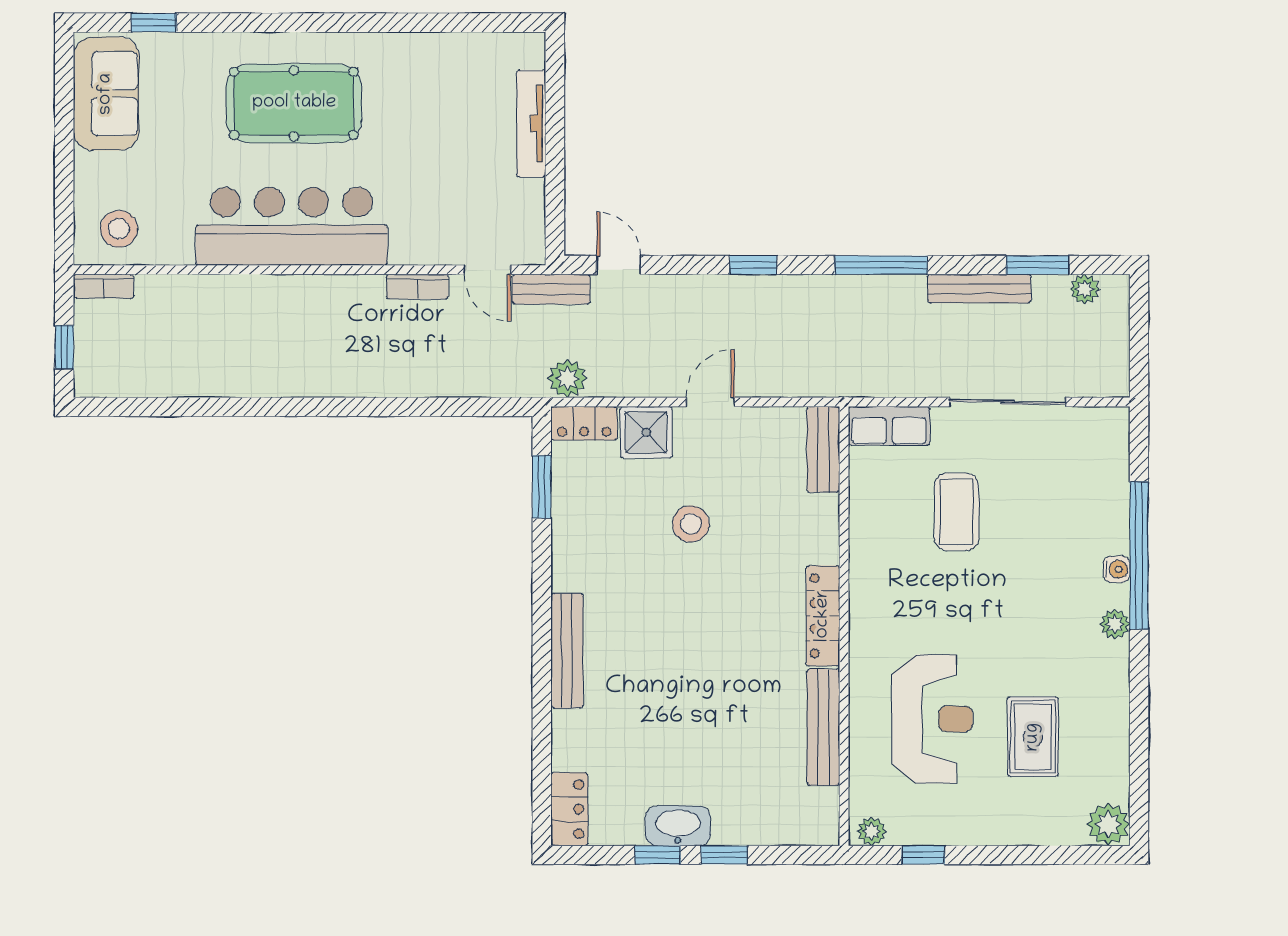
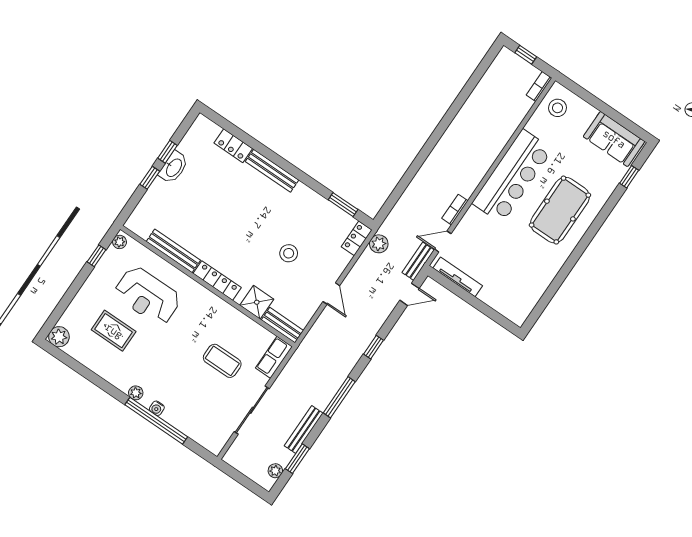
tv unit: (531, 123) -> (458, 277), moved
shower: (646, 432) -> (257, 302), moved
locker: (569, 809) -> (233, 146), moved

